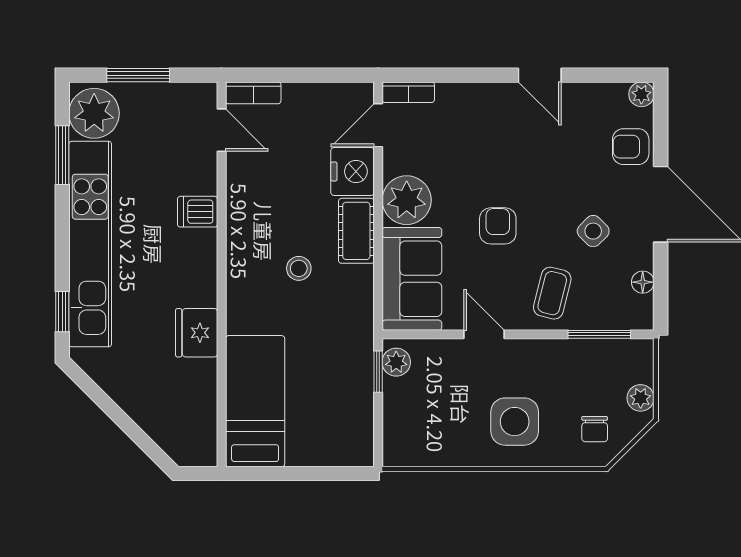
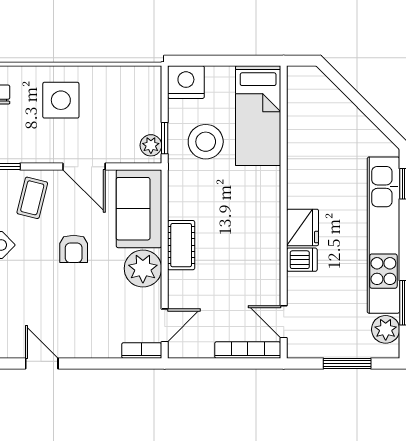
bookcase: (253, 93) -> (248, 350), width x1.56
plant: (94, 113) -> (386, 329), width x0.73, depth x0.73
nightstand: (353, 171) -> (186, 82), moved, turned 90
stool: (299, 268) -> (206, 142), moved, width x1.89, depth x1.89
fridge: (197, 333) -> (303, 227), moved
door: (484, 334) -> (84, 167), width x1.38

